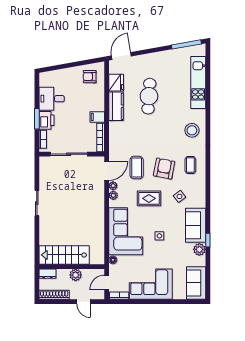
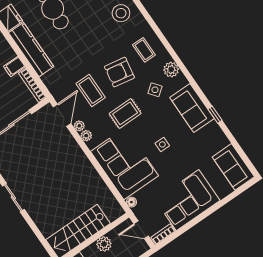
kitchen counter: (116, 106) -> (31, 50), width x1.50
armchair: (164, 169) -> (119, 72), turned -91
plant: (199, 249) -> (171, 70), moved
door: (107, 283) -> (141, 230), hinge flipped

